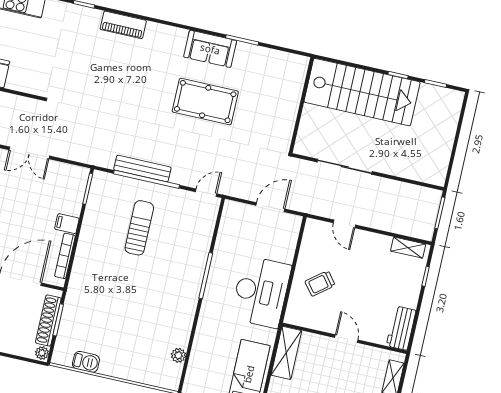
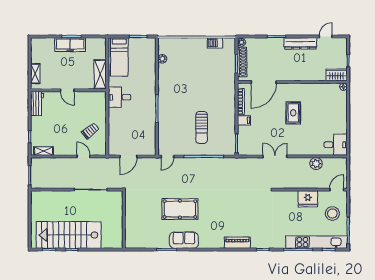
stairs: (362, 92) -> (69, 235), moved
bench: (142, 169) -> (208, 162), removed
trolley: (320, 283) -> (90, 131), moved
desk: (261, 292) -> (120, 97), width x0.53, depth x0.77

